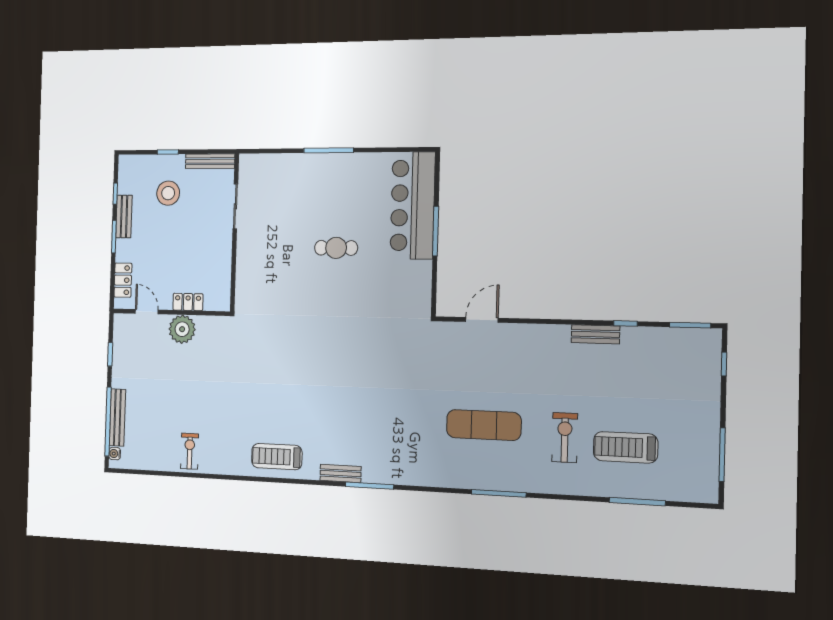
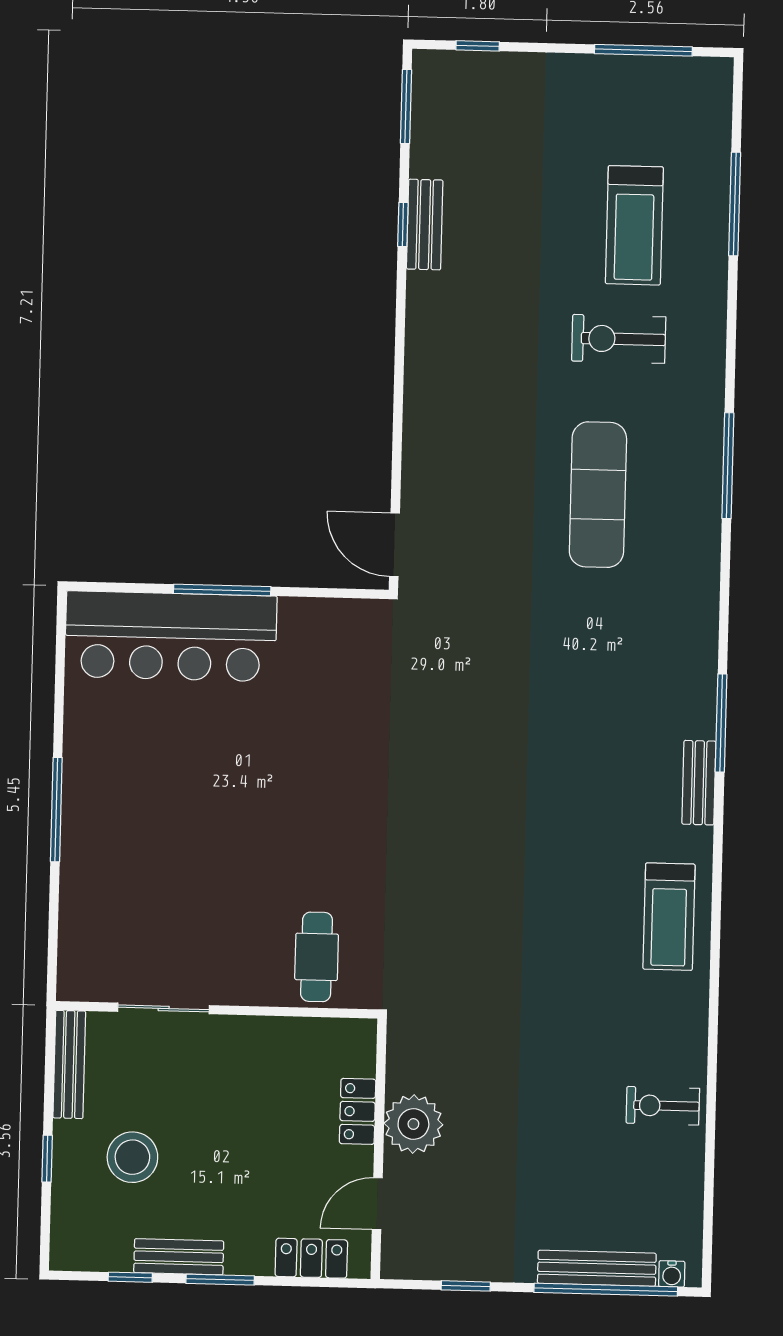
cafe table: (336, 248) -> (317, 957), moved
door: (482, 320) -> (394, 545), moved
bench: (595, 334) -> (425, 225), moved

